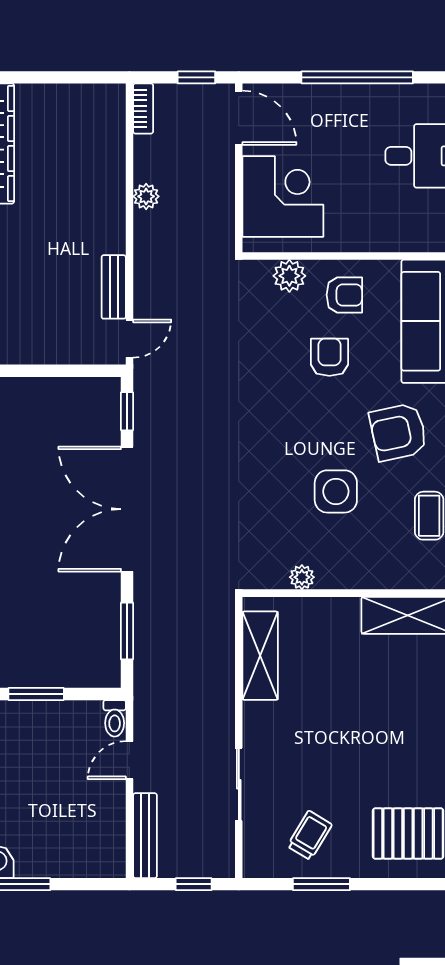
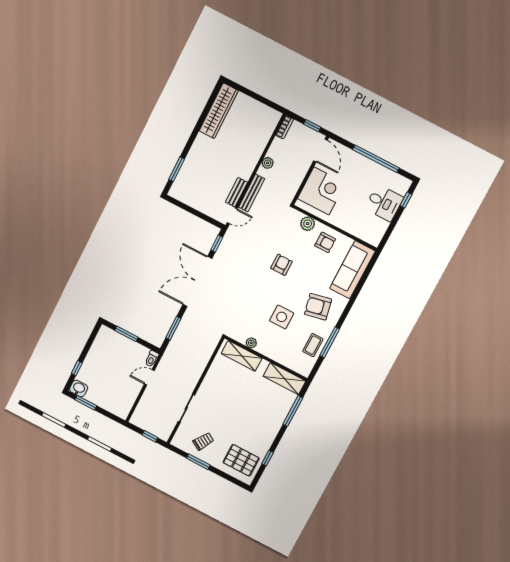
armchair: (329, 357) -> (281, 265), moved
shelving: (260, 656) -> (242, 356), moved, turned 90
bench: (145, 836) -> (252, 193), moved

